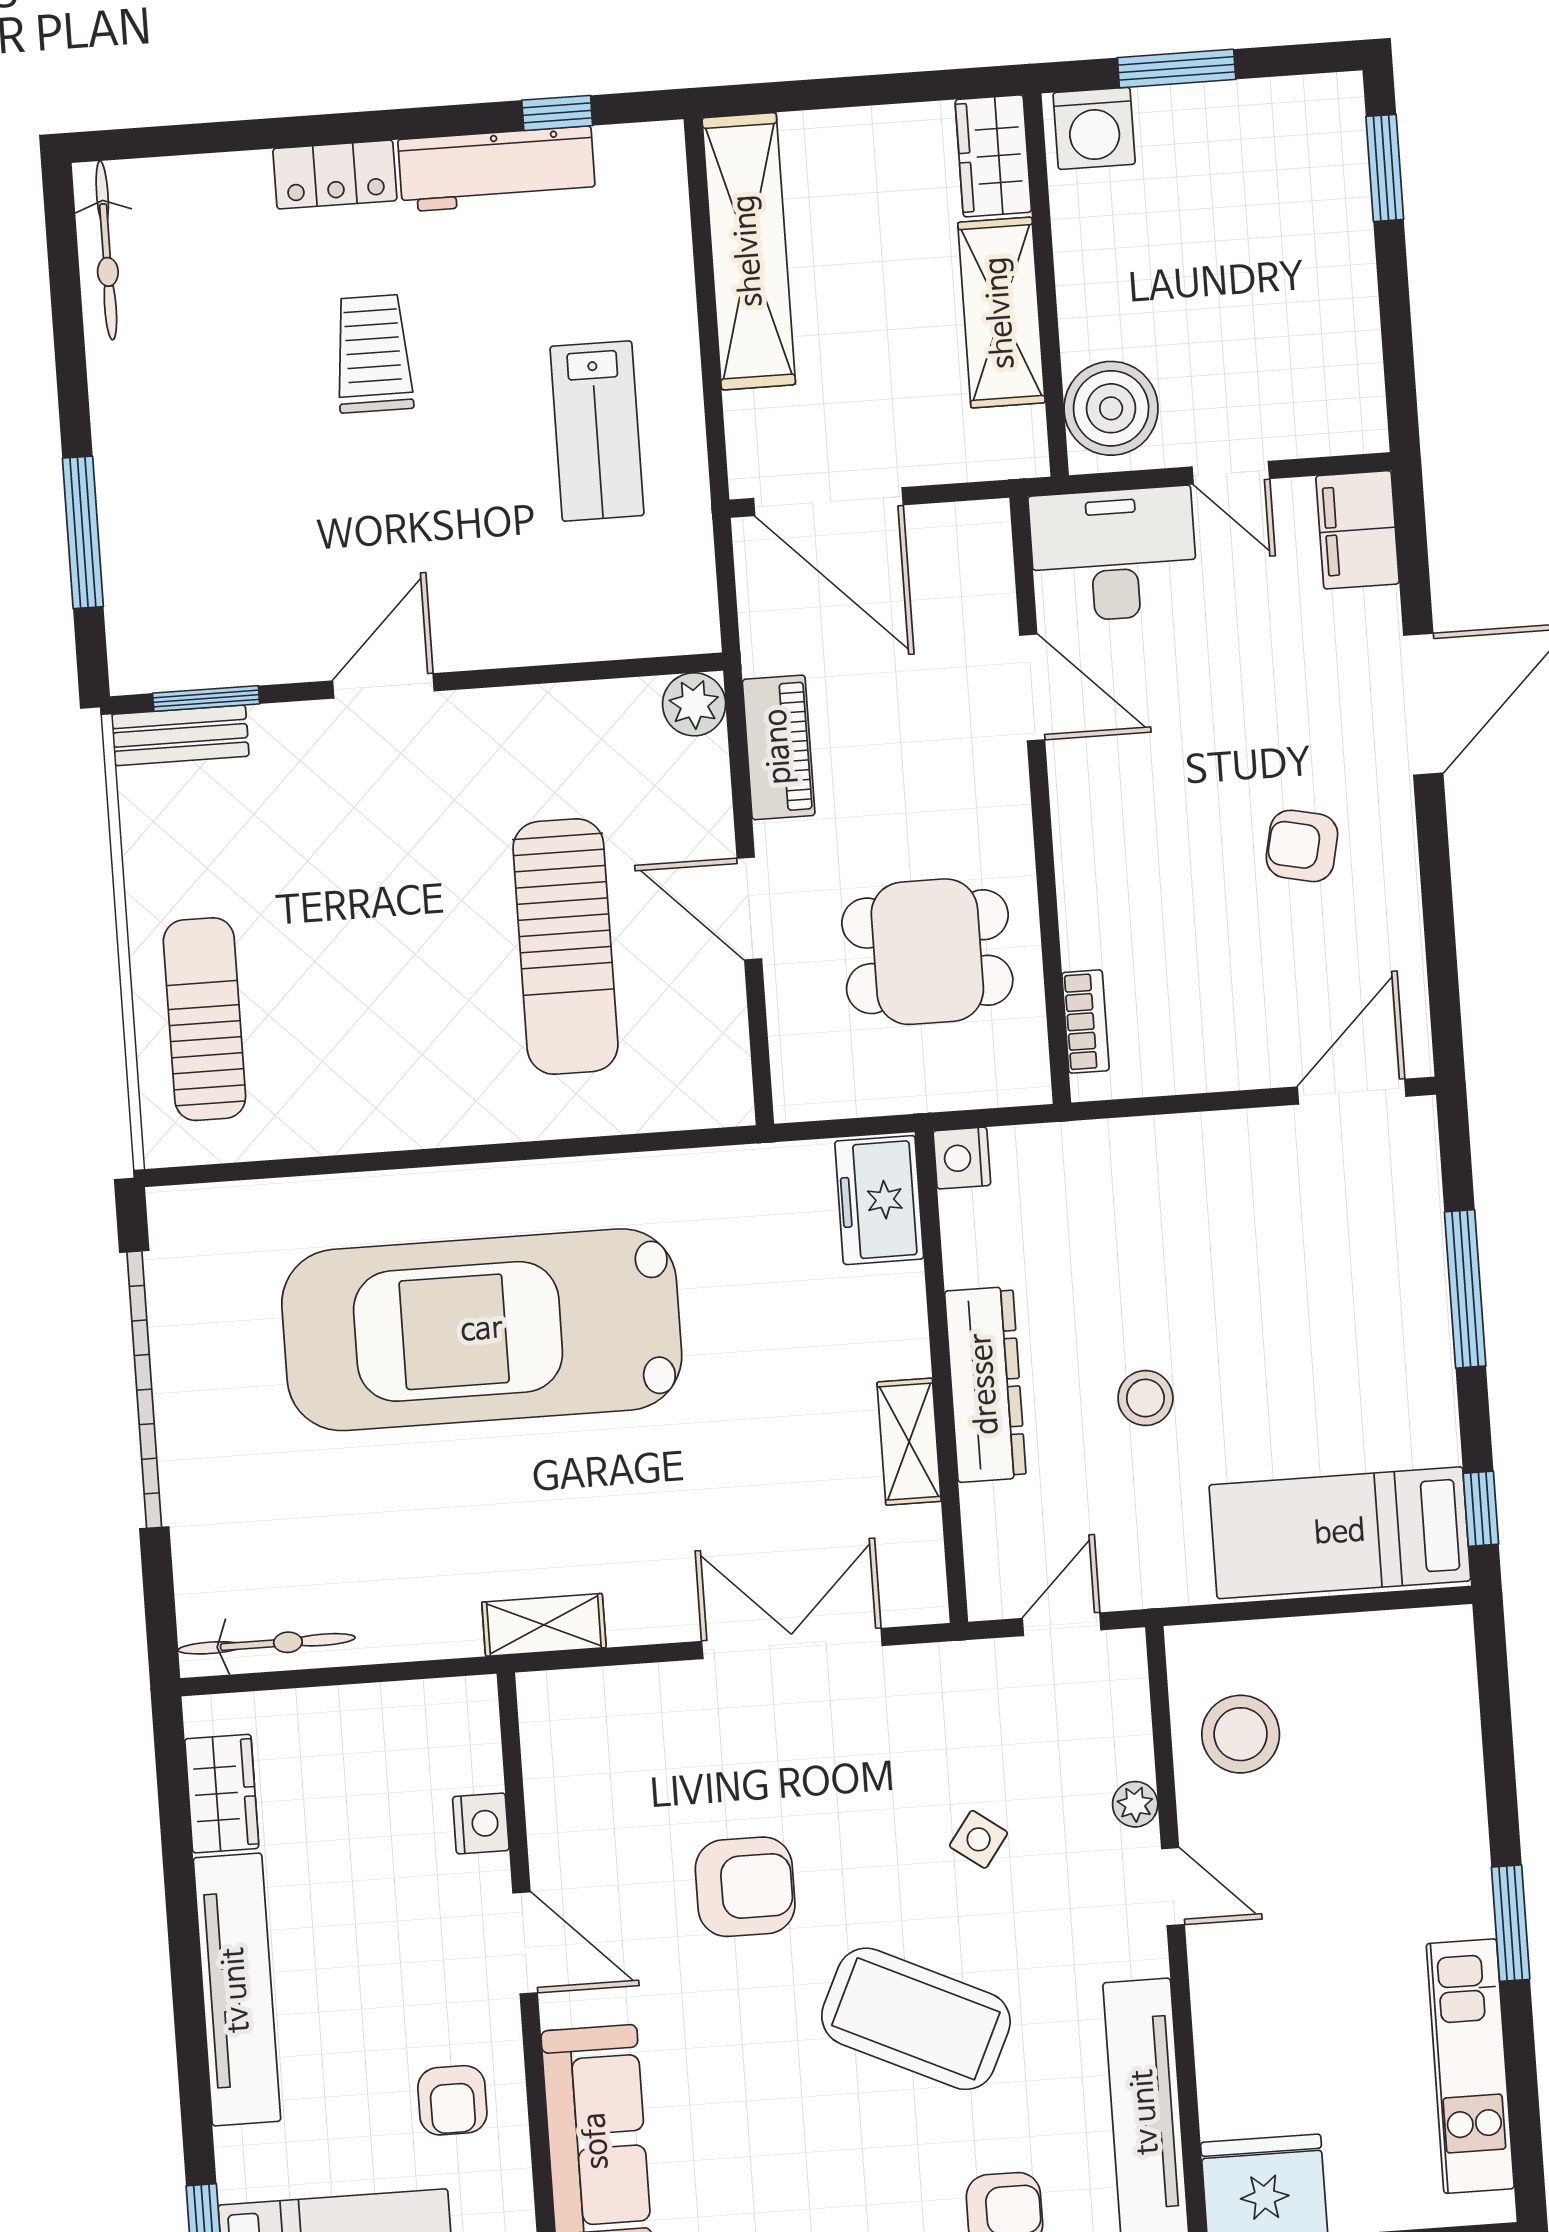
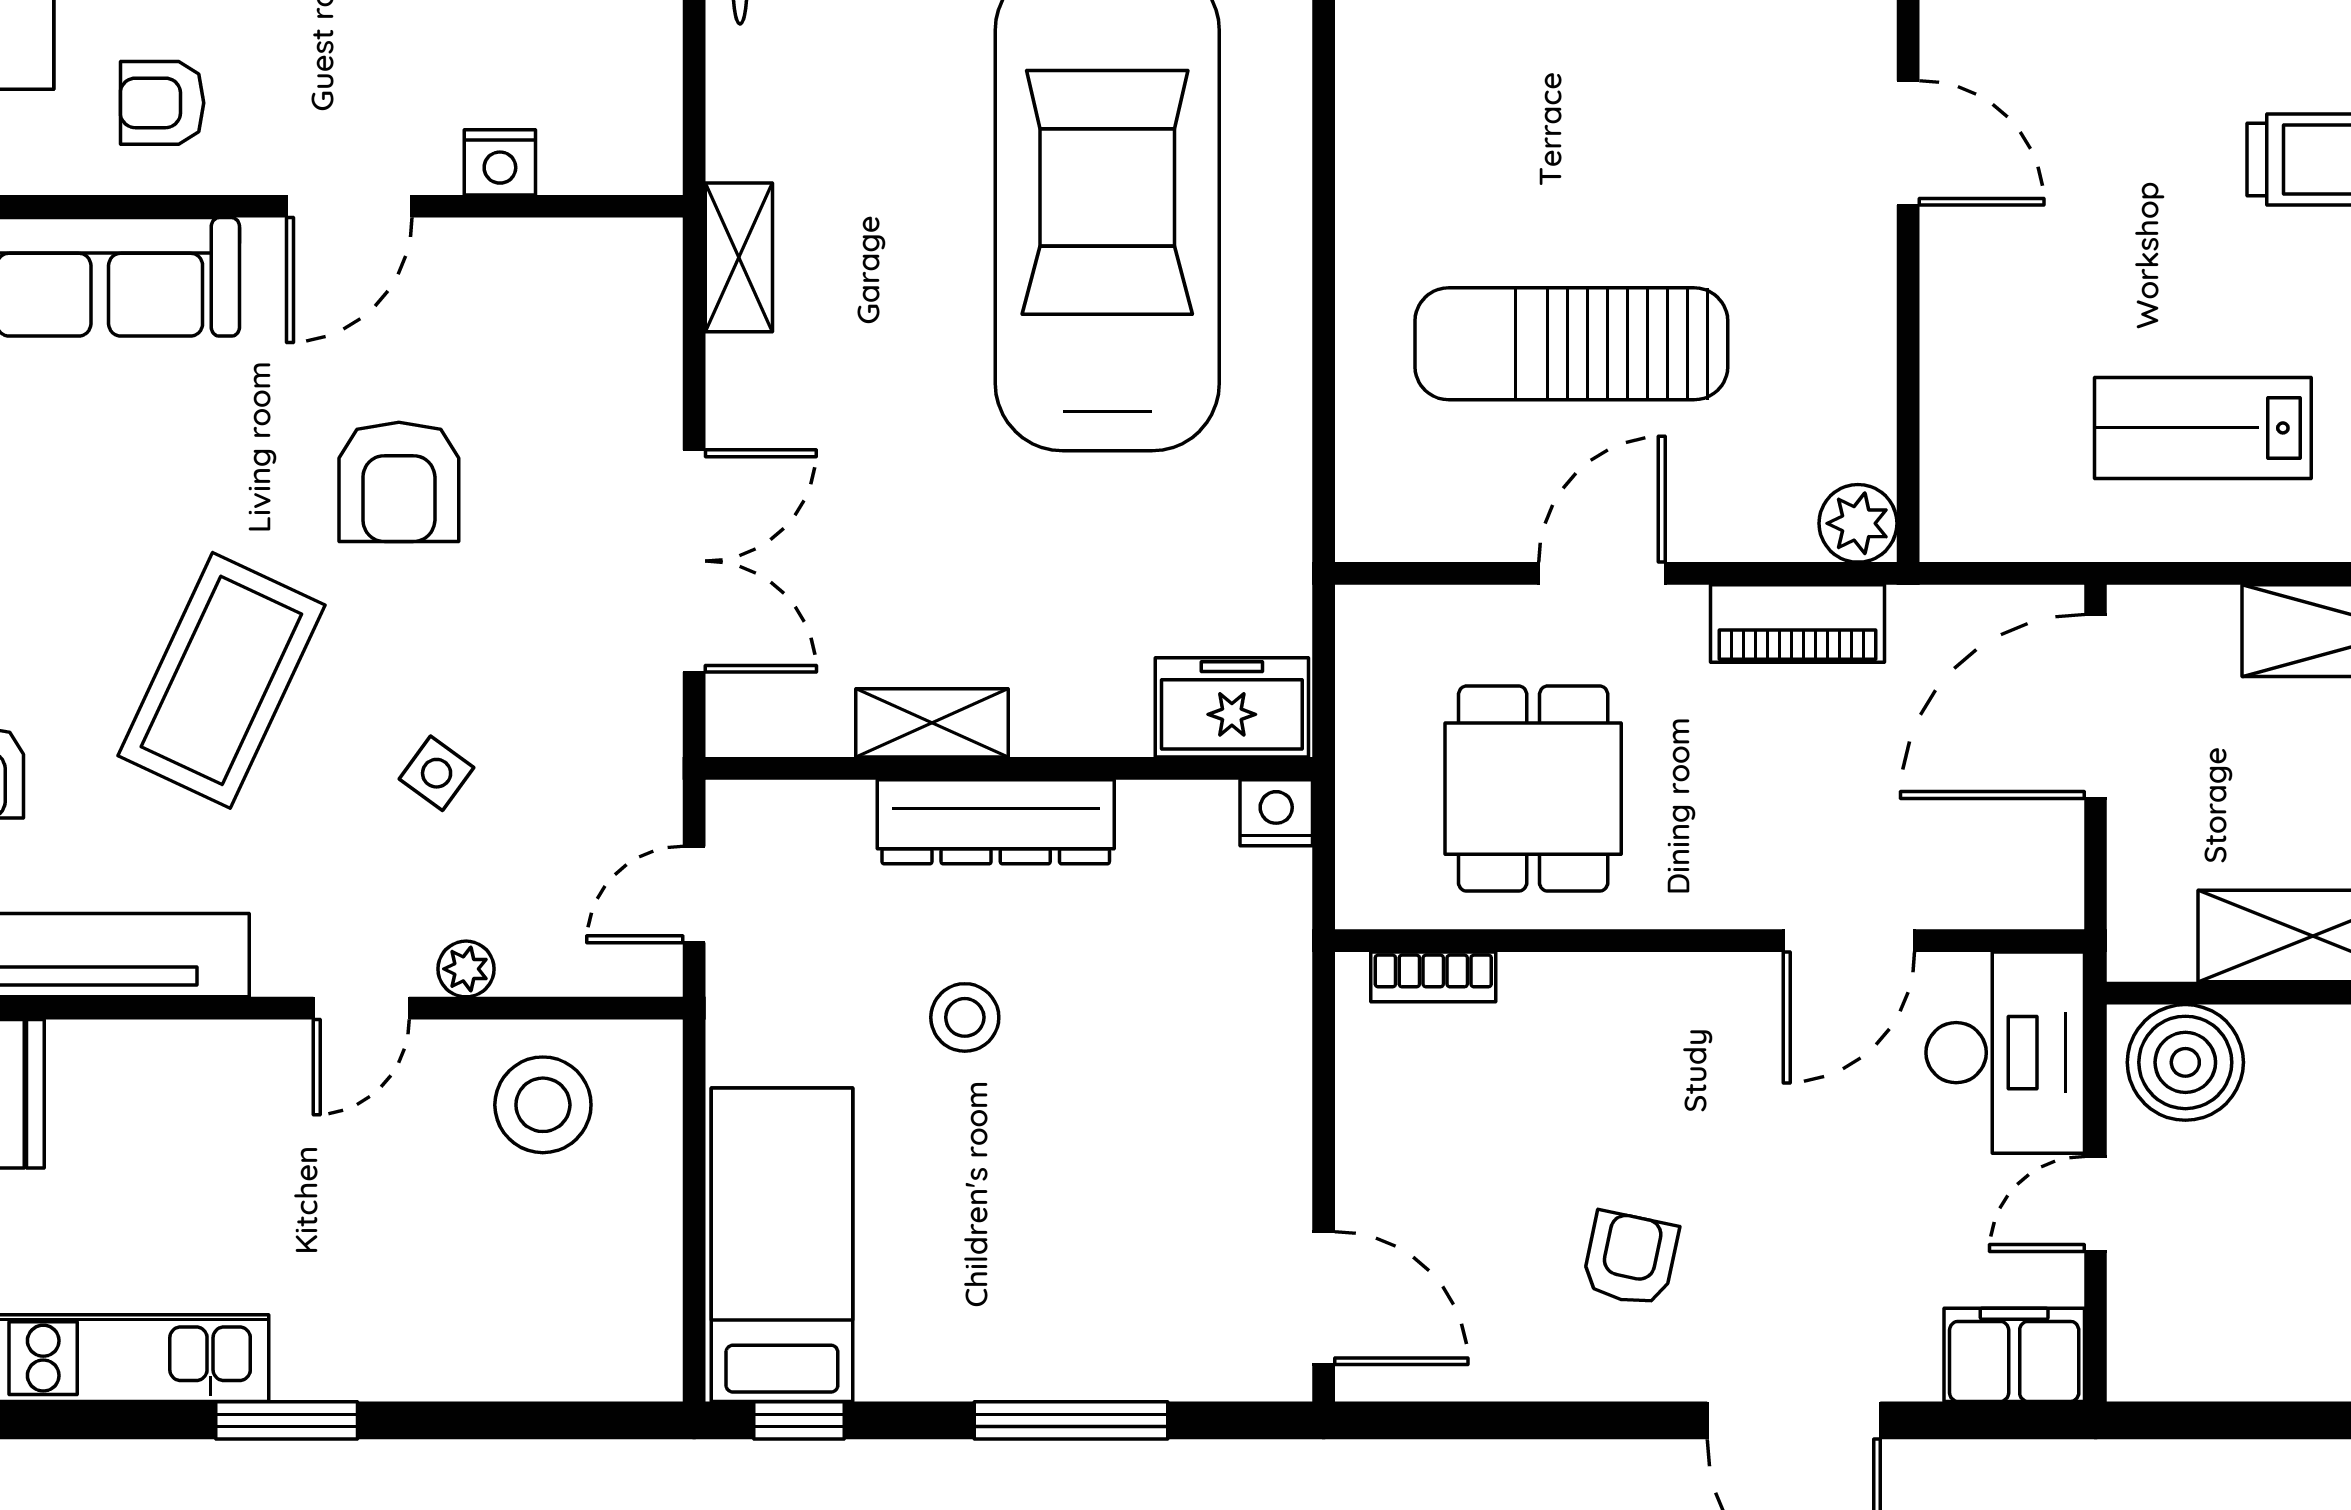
door: (1062, 1624) -> (694, 894), swing flipped

